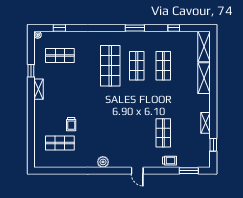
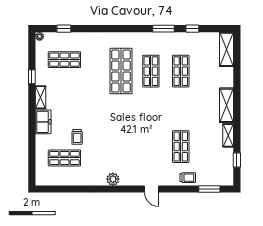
window: (135, 28) -> (164, 29), moved
shelving: (204, 78) -> (226, 105), moved
freezer: (41, 111) -> (43, 122), added

